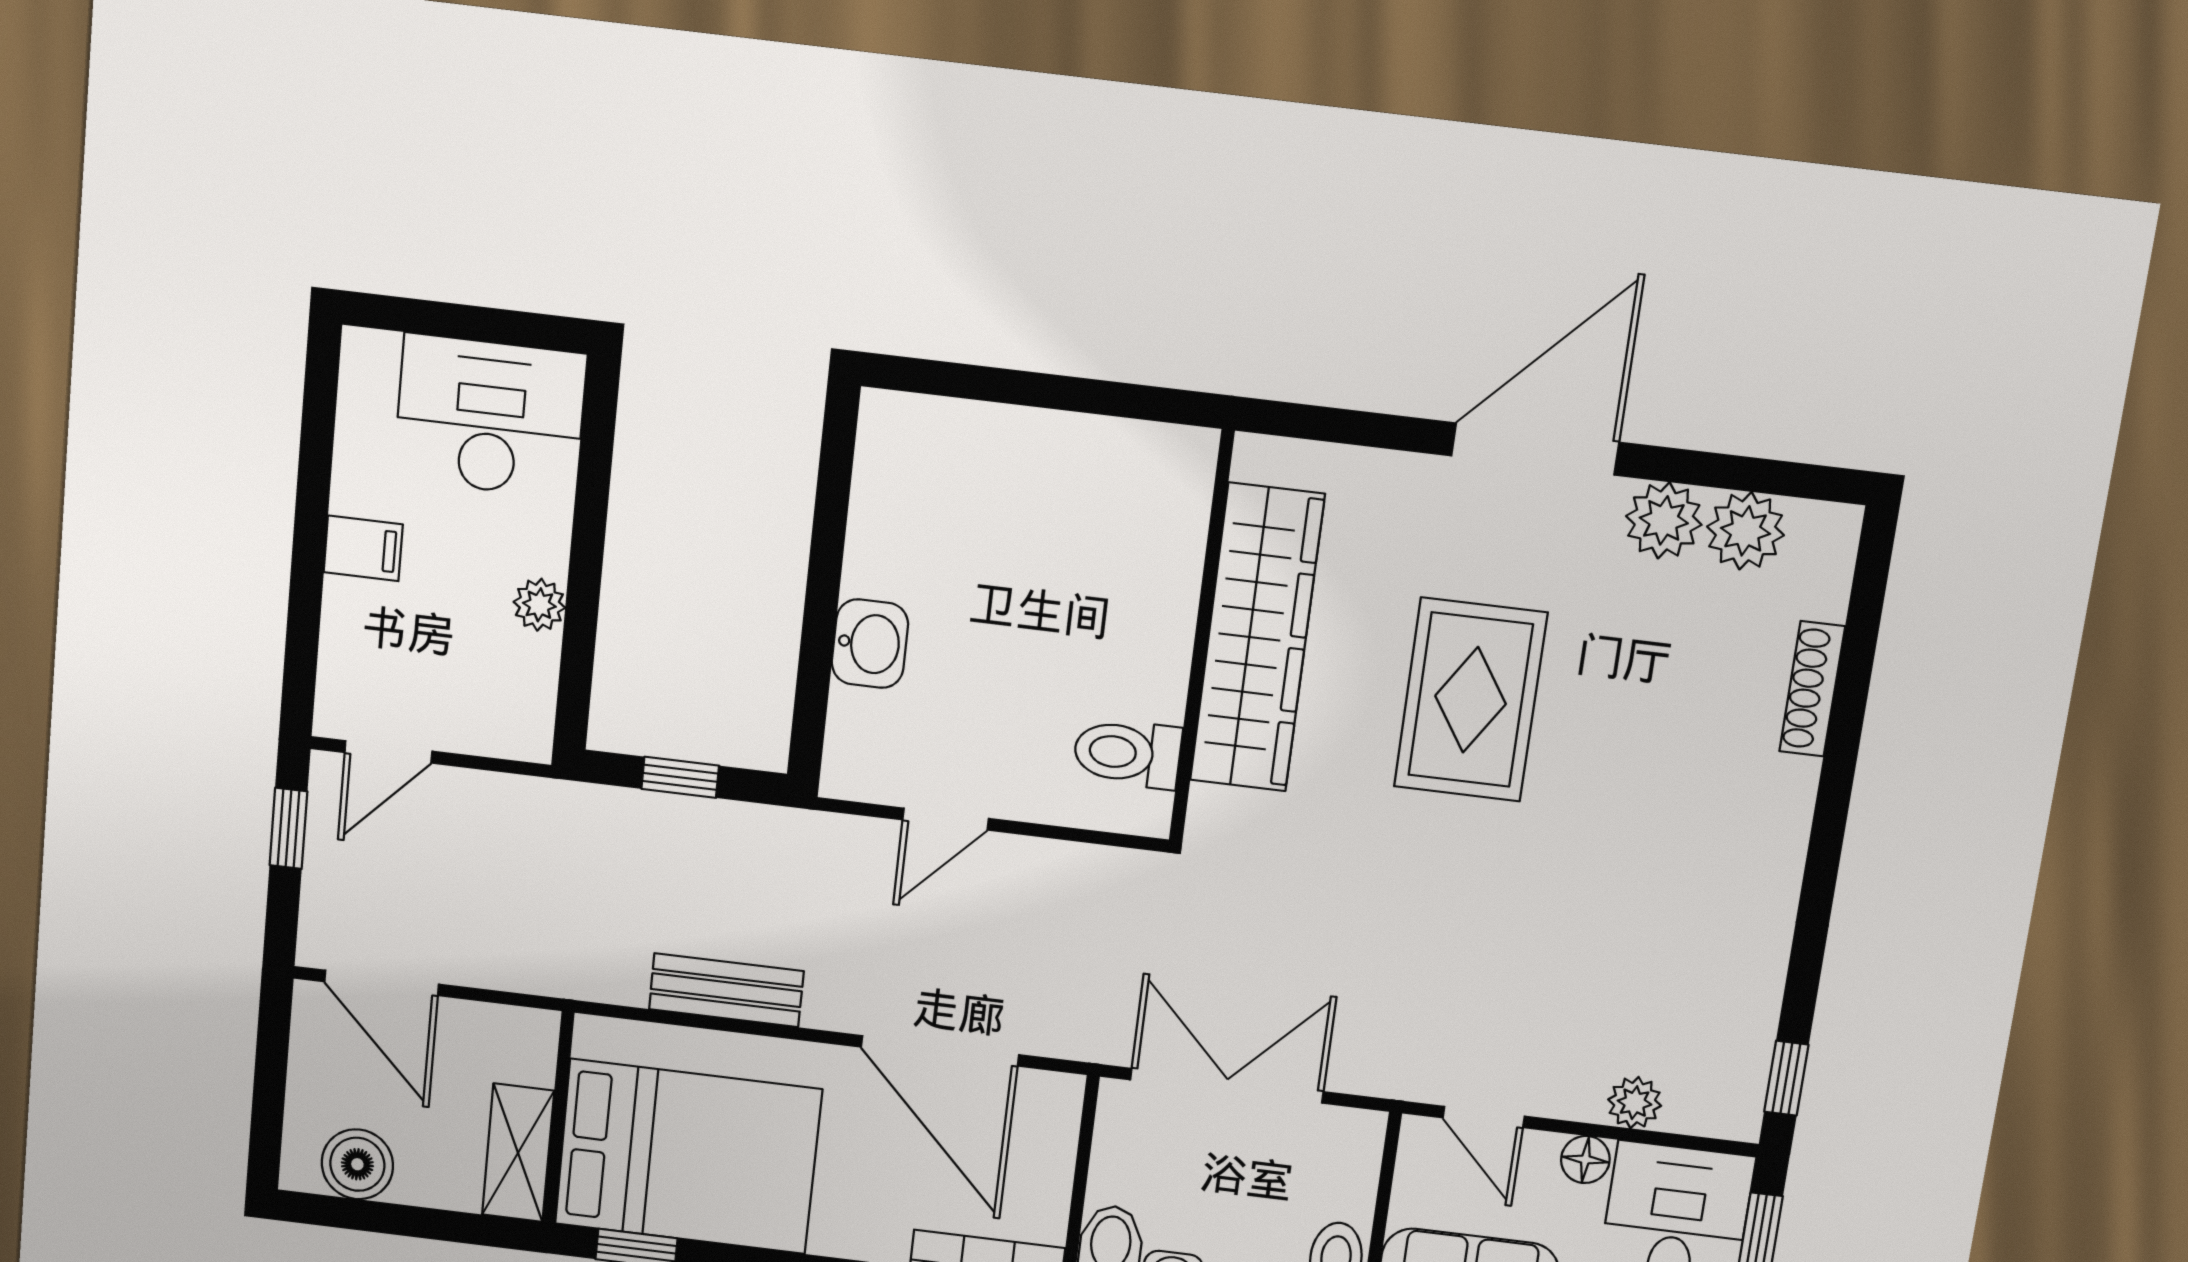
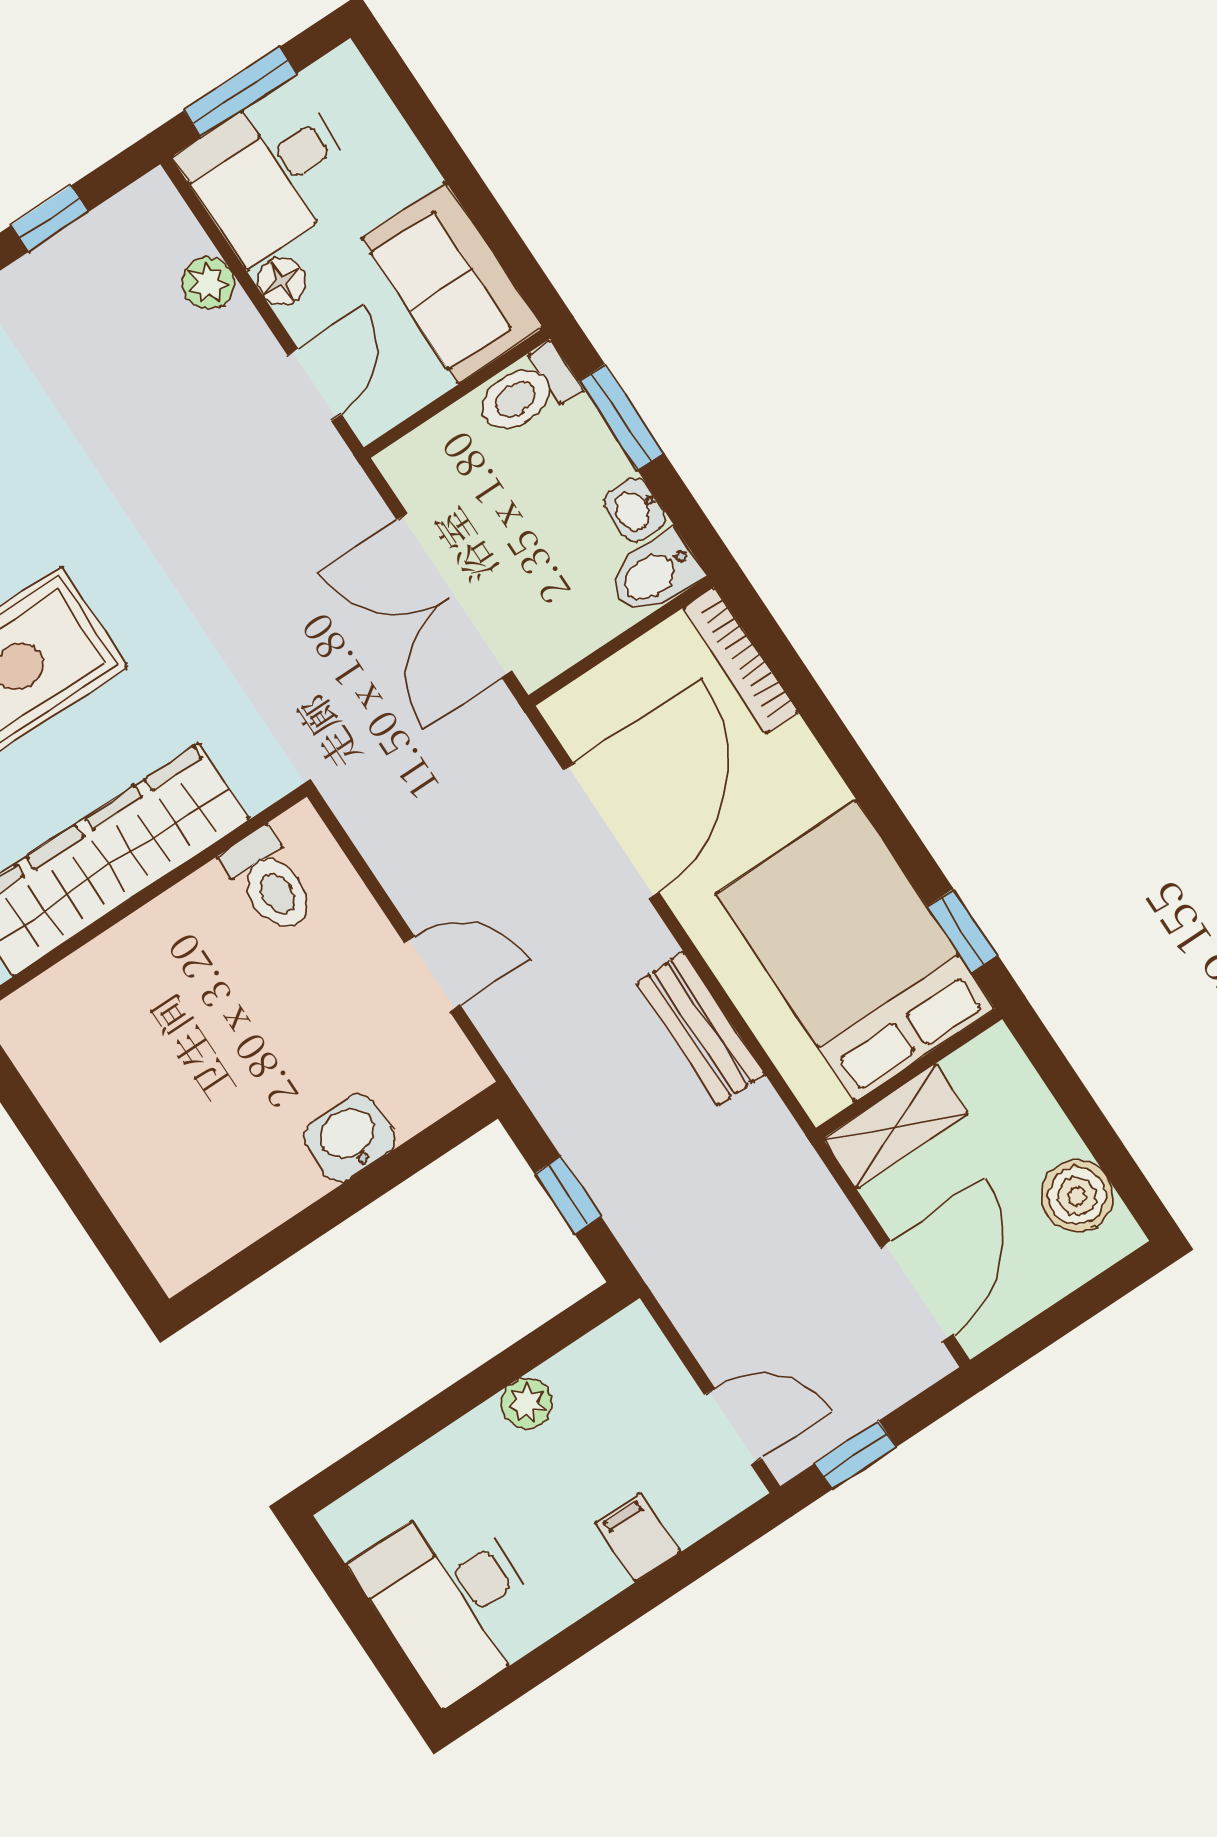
desk: (490, 416) -> (451, 1600), moved
filing cabinet: (363, 548) -> (637, 1538), moved
window: (1786, 1078) -> (50, 219), moved
shelving: (518, 1153) -> (896, 1126), moved

